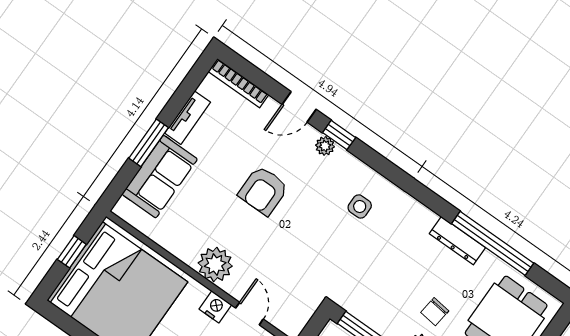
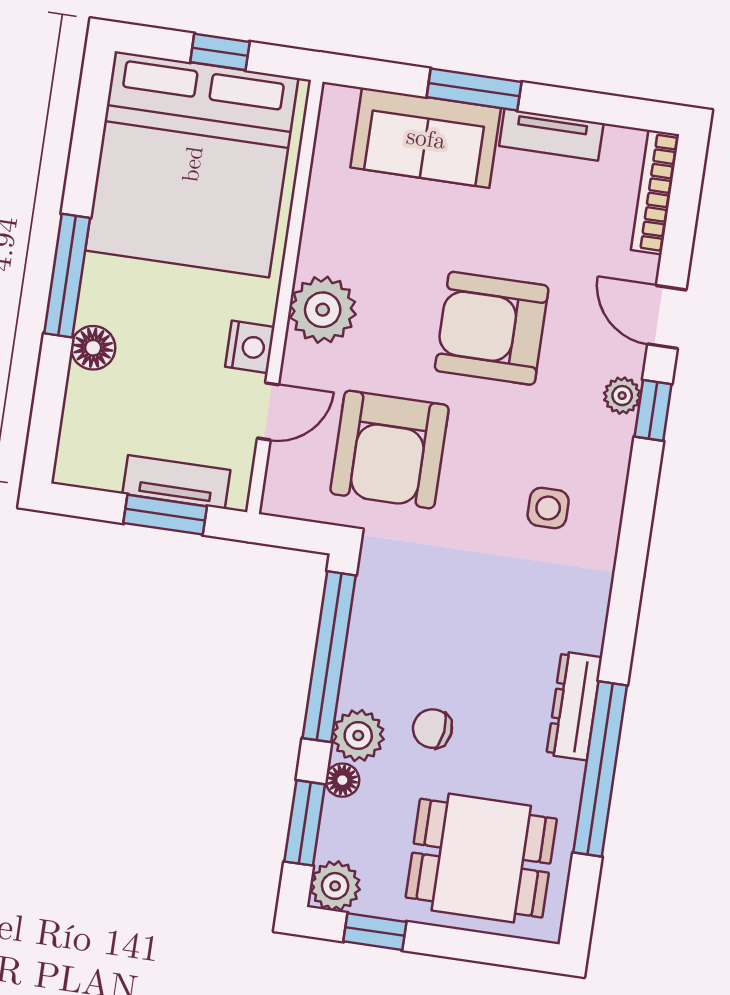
armchair: (263, 191) -> (492, 328), width x1.36, depth x1.36
armchair: (296, 266) -> (390, 449), added

